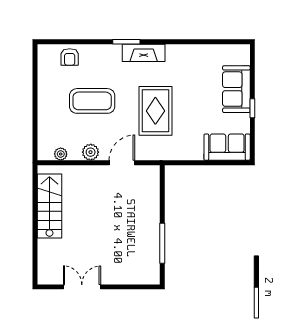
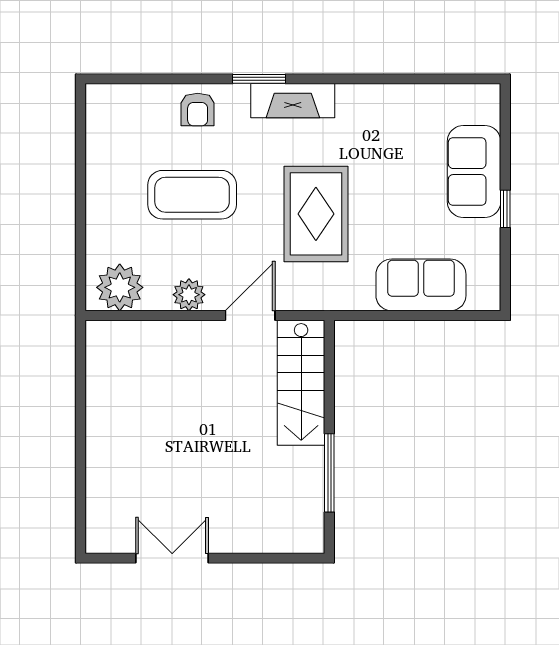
armchair: (70, 57) -> (198, 110), moved
sofa: (227, 147) -> (421, 285), moved
plant: (61, 154) -> (120, 287), width x1.88, depth x1.88
stairs: (49, 206) -> (301, 383), moved, turned 180

